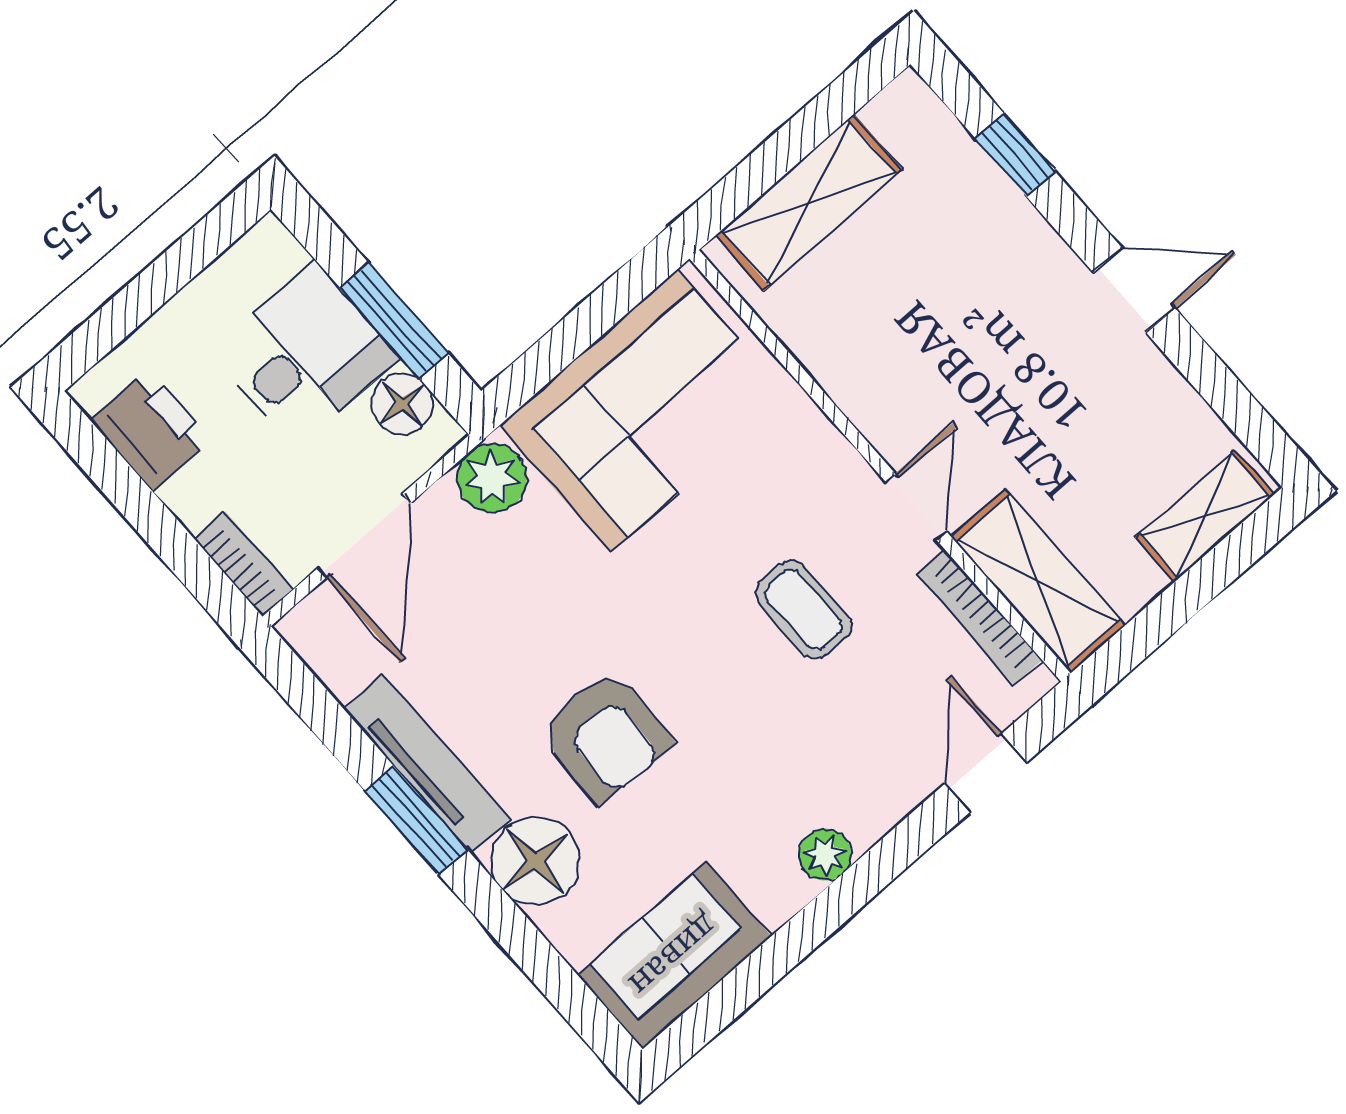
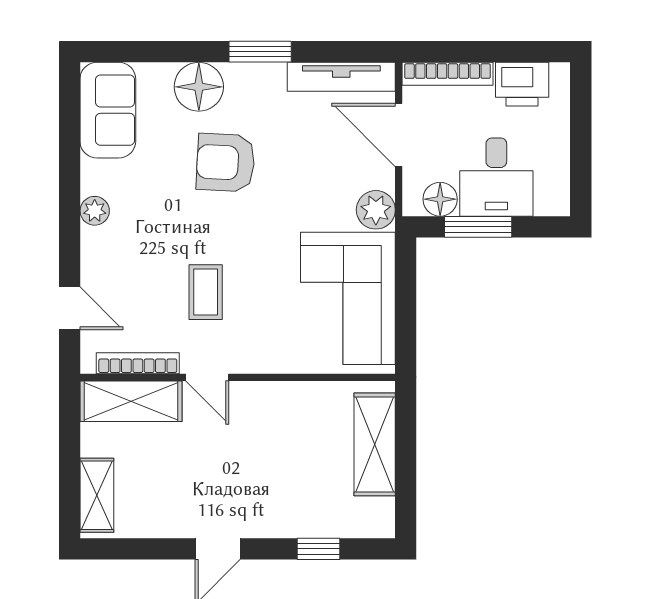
bookcase: (244, 564) -> (448, 74), width x1.56
coffee table: (803, 610) -> (206, 292), turned 90
tv unit: (426, 764) -> (341, 77), moved

